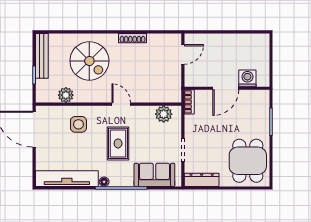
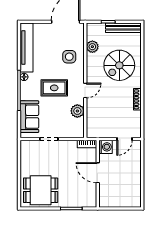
door: (183, 54) -> (124, 139), hinge flipped
washing machine: (247, 78) -> (106, 147), moved
plant: (164, 114) -> (77, 111), moved
dresser: (202, 180) -> (26, 154), removed

